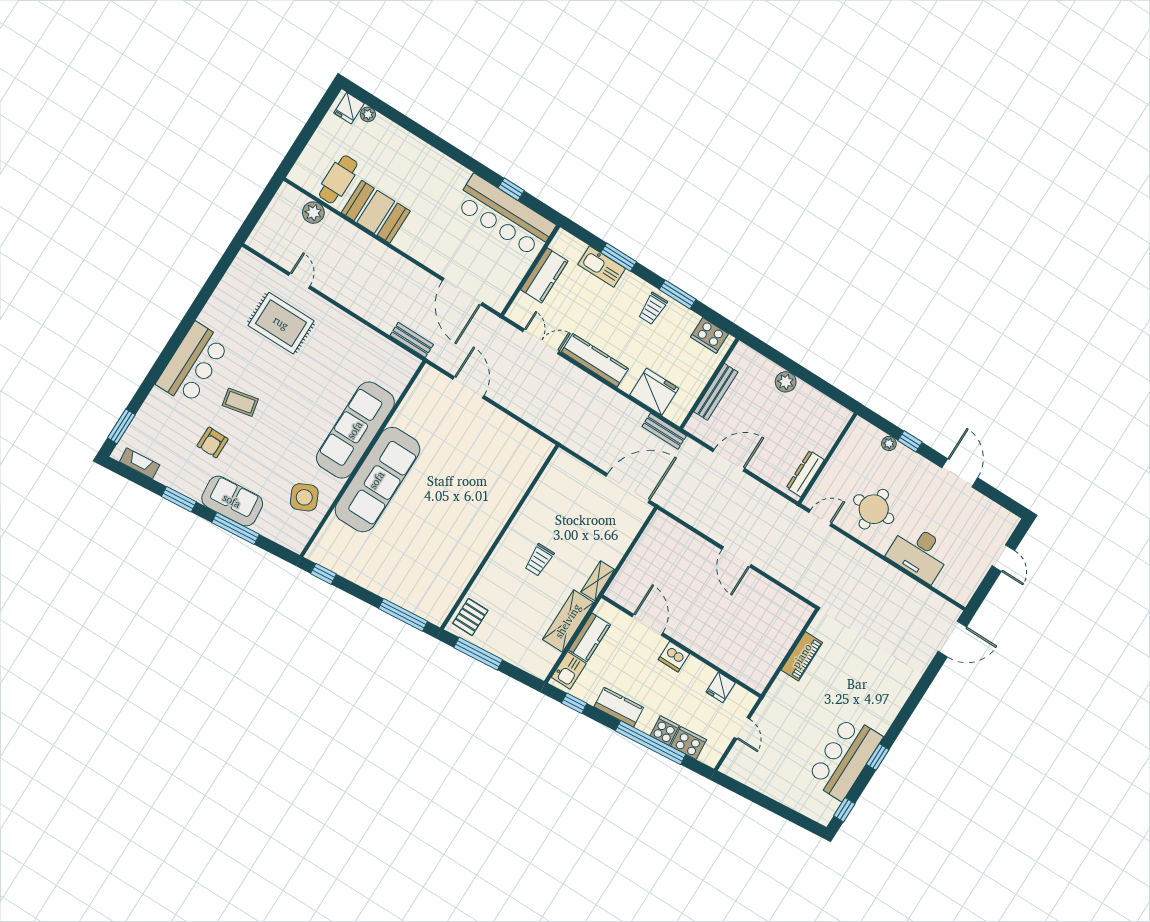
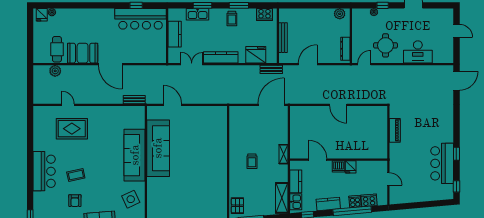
door: (462, 292) -> (110, 64), moved
plant: (786, 382) -> (340, 14), moved
sofa: (377, 480) -> (158, 148), moved
shelving: (568, 621) -> (282, 198), moved
fridge: (721, 687) -> (351, 167), moved

